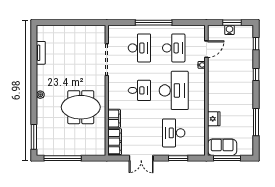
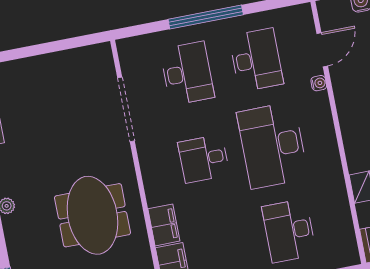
desk: (139, 90) -> (204, 159), turned 180
desk: (174, 90) -> (273, 145), turned 180
meeting table: (81, 107) -> (92, 215), turned 90

